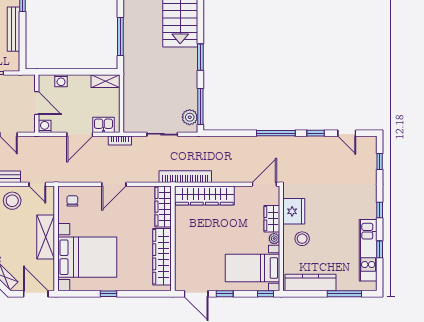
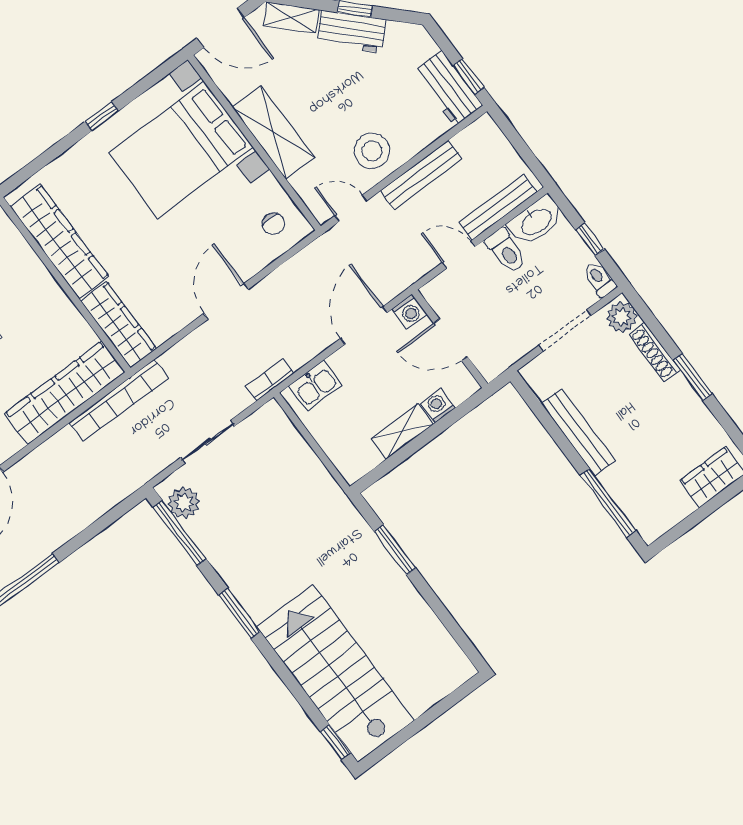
window: (120, 37) -> (395, 550), width x0.69
shelving: (105, 81) -> (402, 431), moved
door: (80, 134) -> (364, 325), moved

